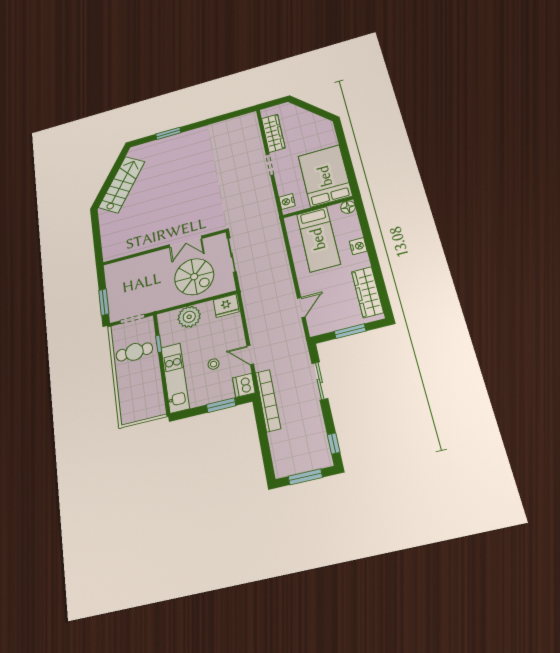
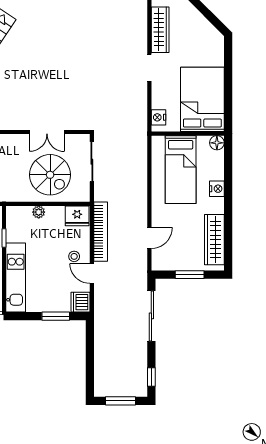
plant: (189, 317) -> (39, 212), width x0.53, depth x0.53
stool: (214, 364) -> (74, 256), moved
sliding door: (320, 381) -> (151, 316), width x1.37
bookcase: (268, 400) -> (101, 232), moved

